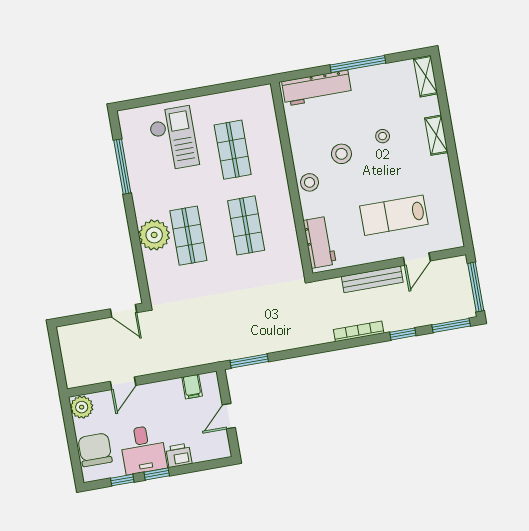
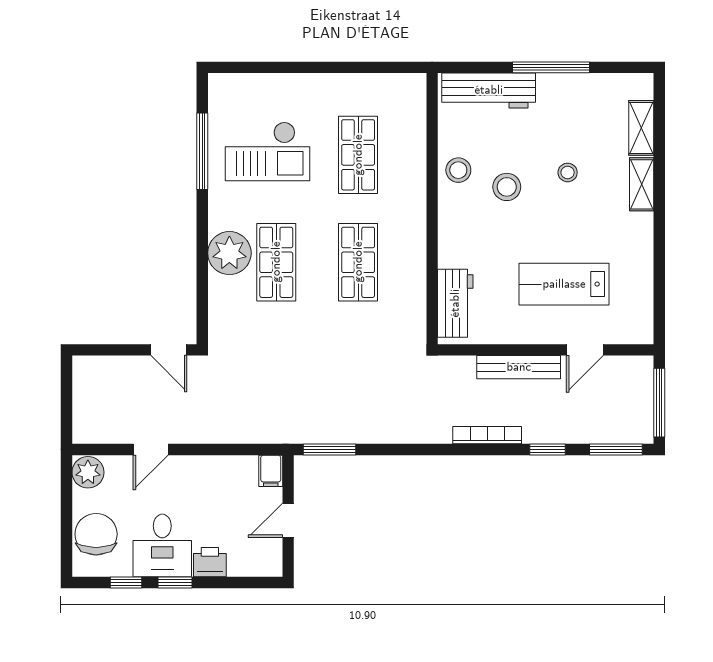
shelving: (426, 76) -> (641, 128), moved
checkout: (173, 139) -> (267, 151), moved, turned 90
stool: (310, 182) -> (458, 170), moved
filing cabinet: (192, 387) -> (271, 471), moved

